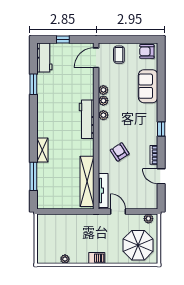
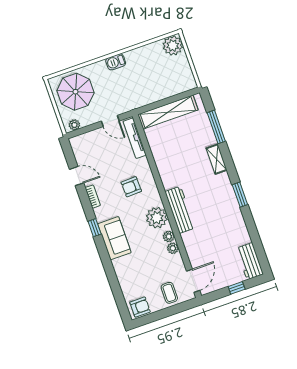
window: (33, 84) -> (240, 195), moved
sofa: (148, 86) -> (114, 238), moved
plant: (103, 115) -> (157, 218), width x1.87, depth x1.87
armchair: (120, 152) -> (131, 187), turned 121
shelving: (87, 181) -> (168, 112), moved, turned 90
plant: (65, 259) -> (173, 46), moved, width x1.88, depth x1.88

